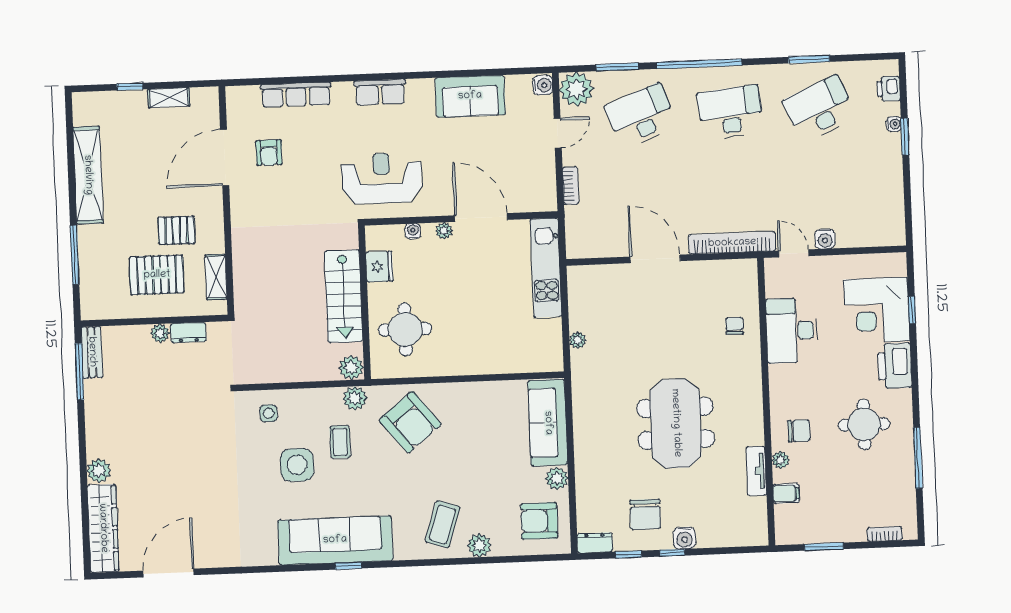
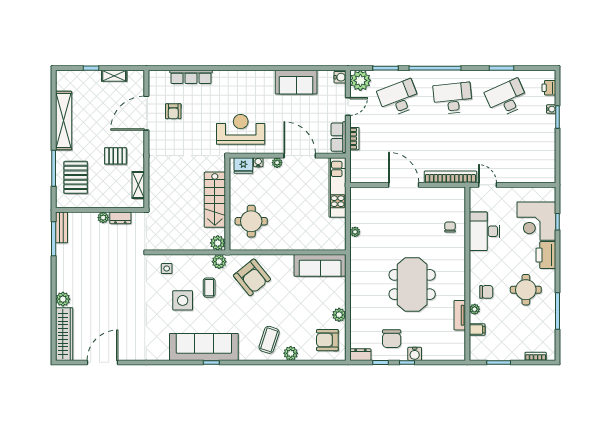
row of seats: (380, 92) -> (339, 137), moved, turned 90
water cooler: (825, 239) -> (507, 177), removed
fridge: (379, 267) -> (243, 166), moved, turned 90
pallet: (157, 275) -> (76, 177), moved, turned 90
sofa: (548, 423) -> (320, 265), moved, turned -90

